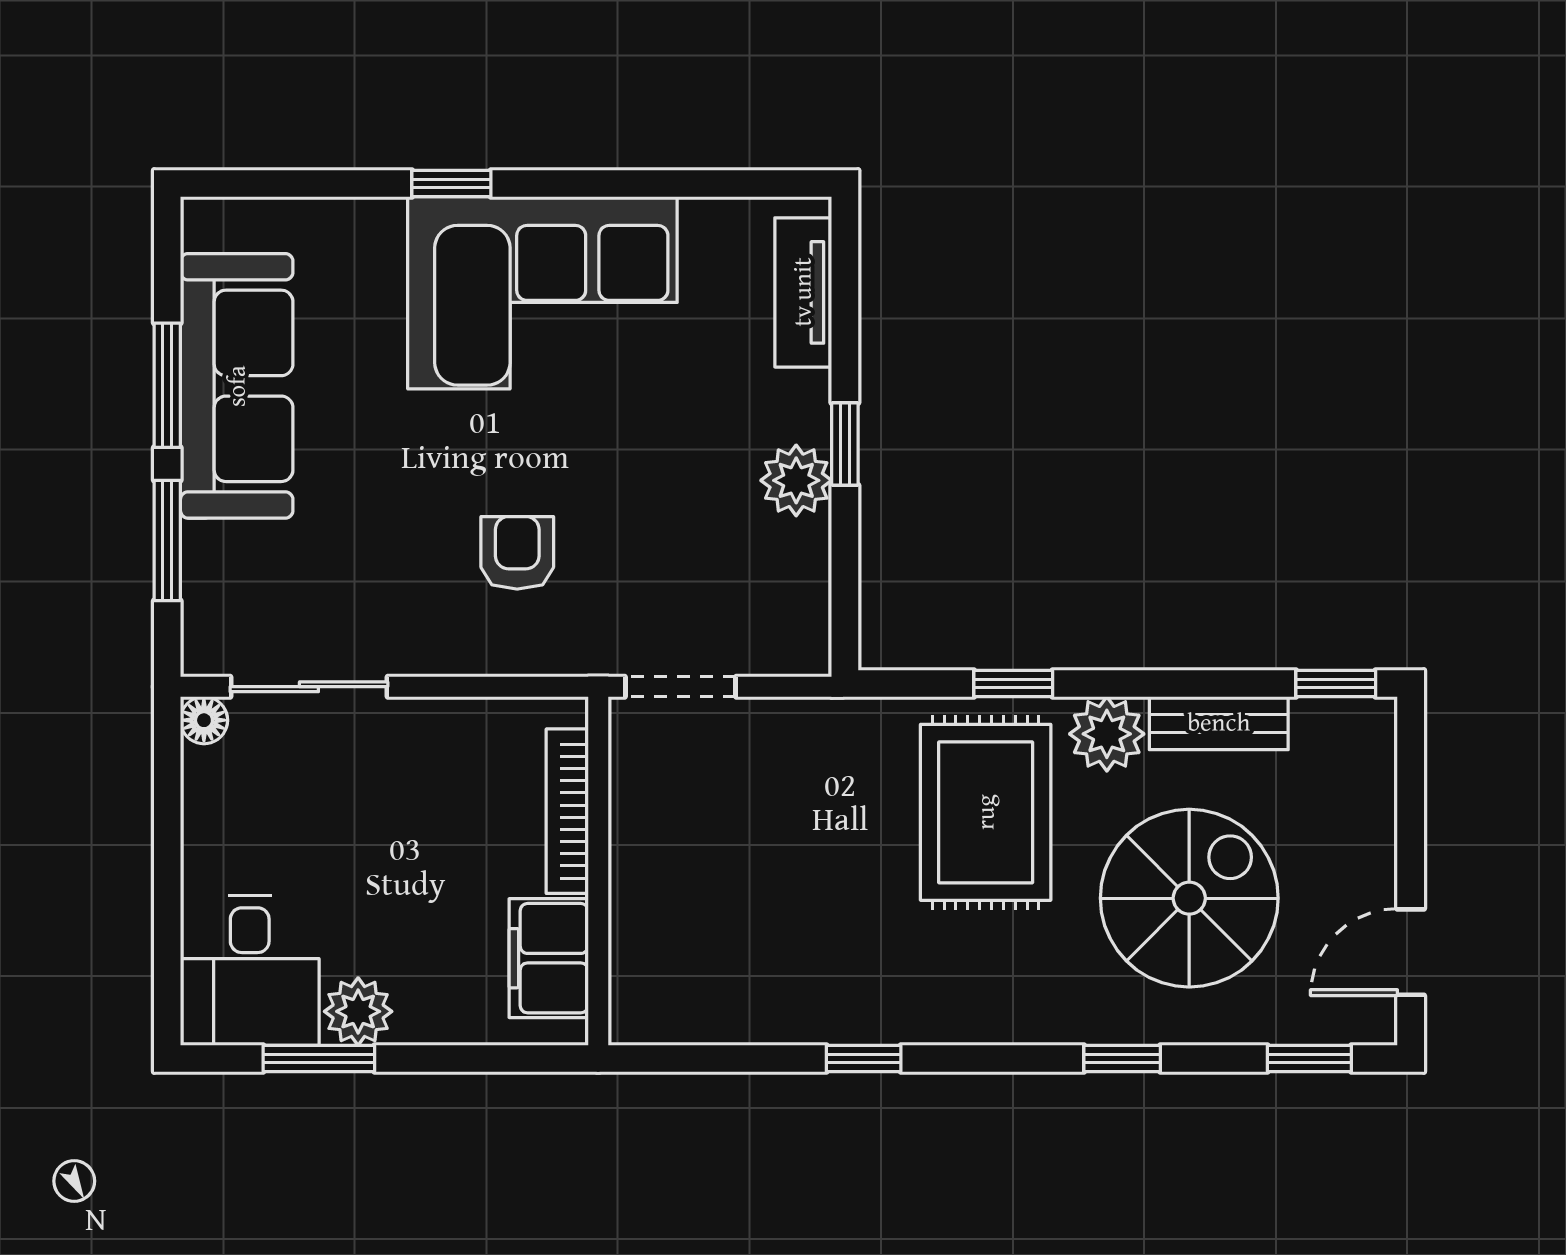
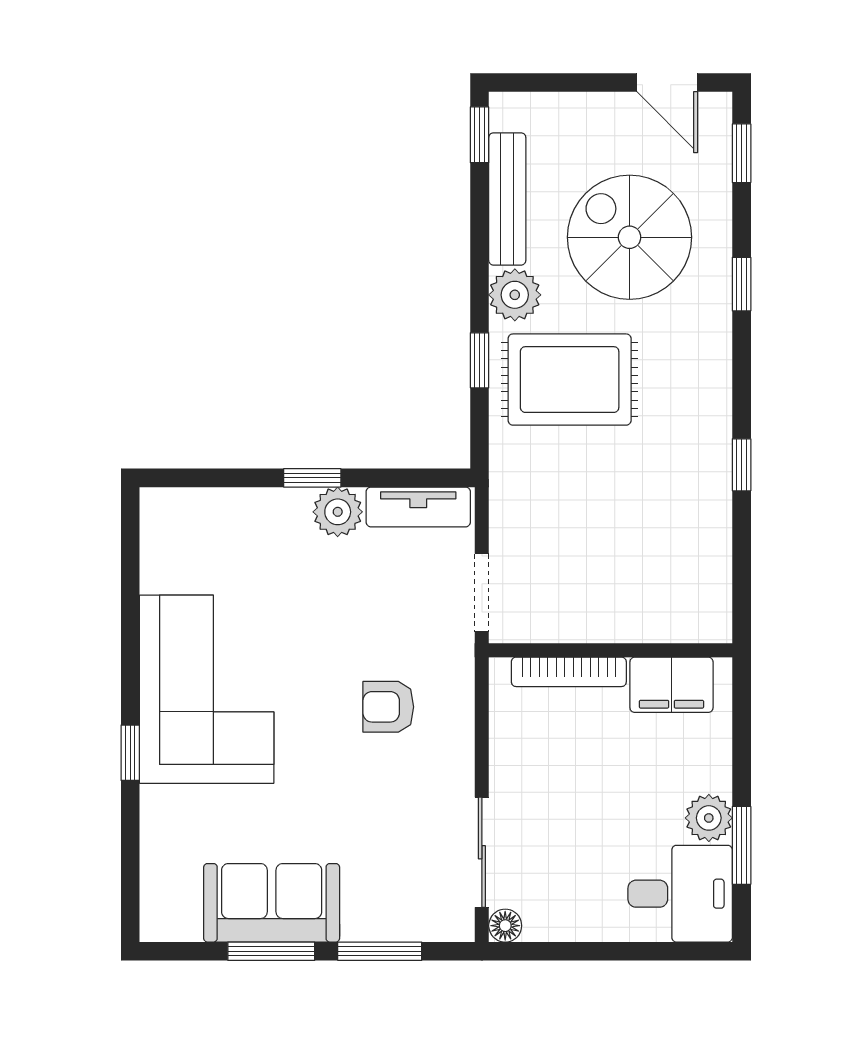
tv unit: (803, 292) -> (418, 507), moved
sofa: (237, 386) -> (272, 903), width x0.73
bench: (1219, 723) -> (507, 199), width x1.36

